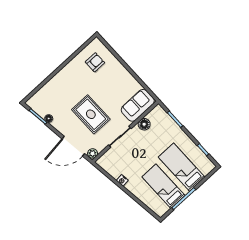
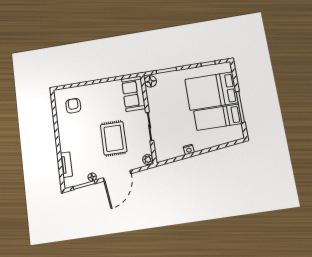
tv unit: (44, 91) -> (66, 165), added
rug: (91, 114) -> (114, 138), turned 90
floor lamp: (144, 124) -> (150, 81), moved
door: (73, 146) -> (117, 176), moved
bed: (182, 167) -> (211, 91), width x1.50

